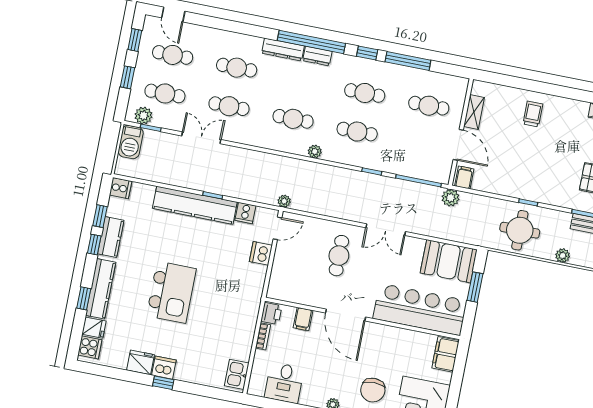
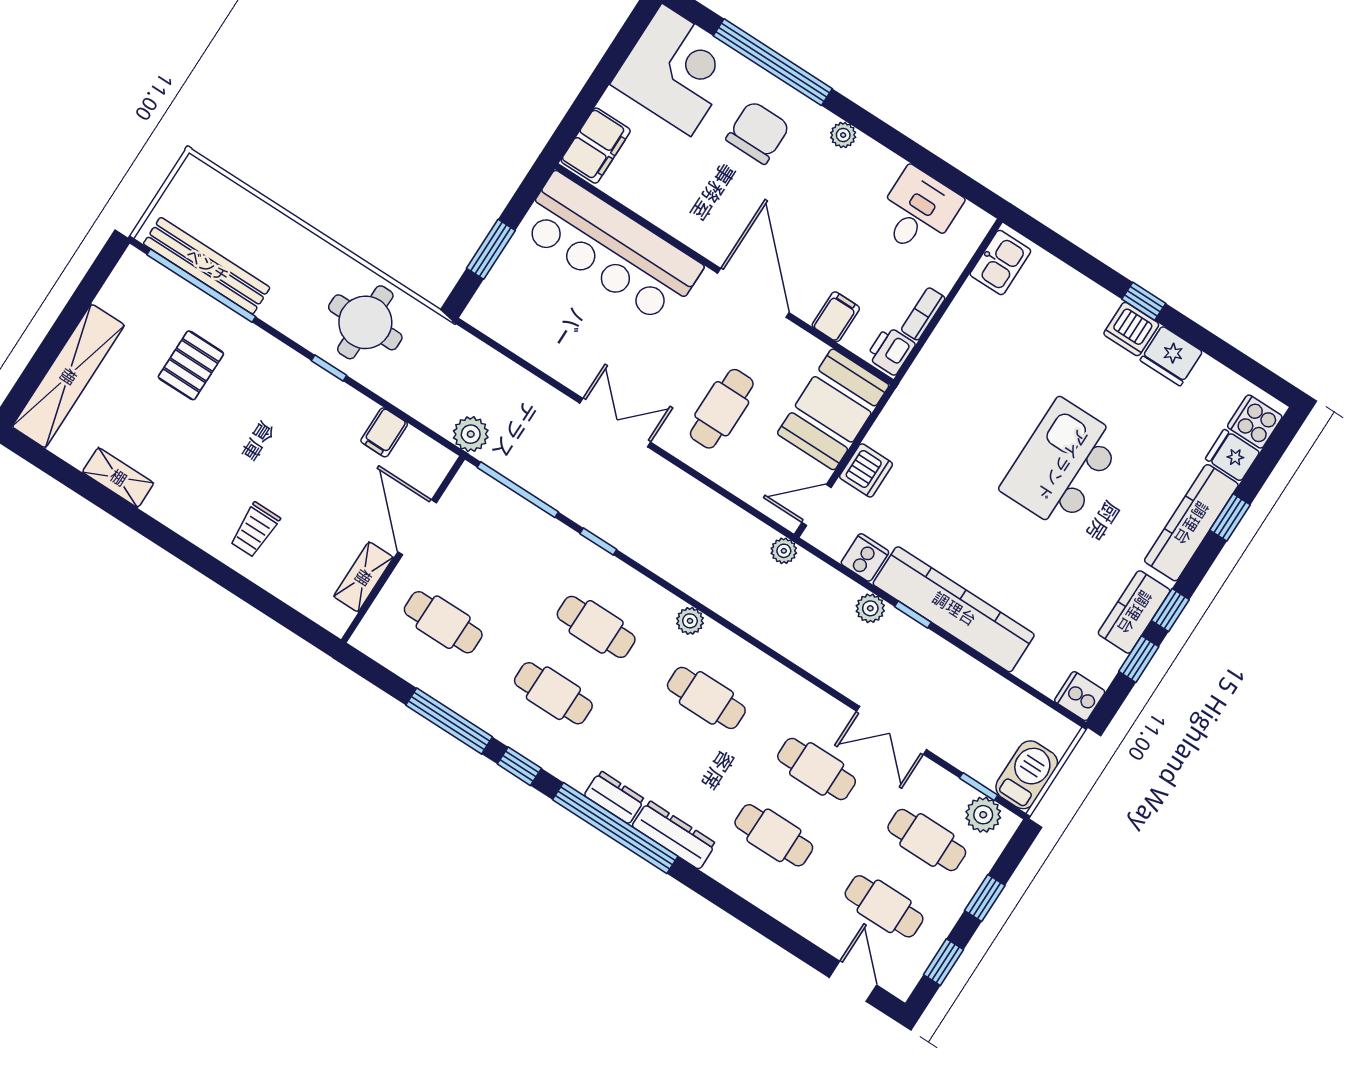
filing cabinet: (464, 177) -> (384, 432), moved
plant: (563, 256) -> (870, 608), moved
booth: (449, 261) -> (833, 409), moved, turned 90

